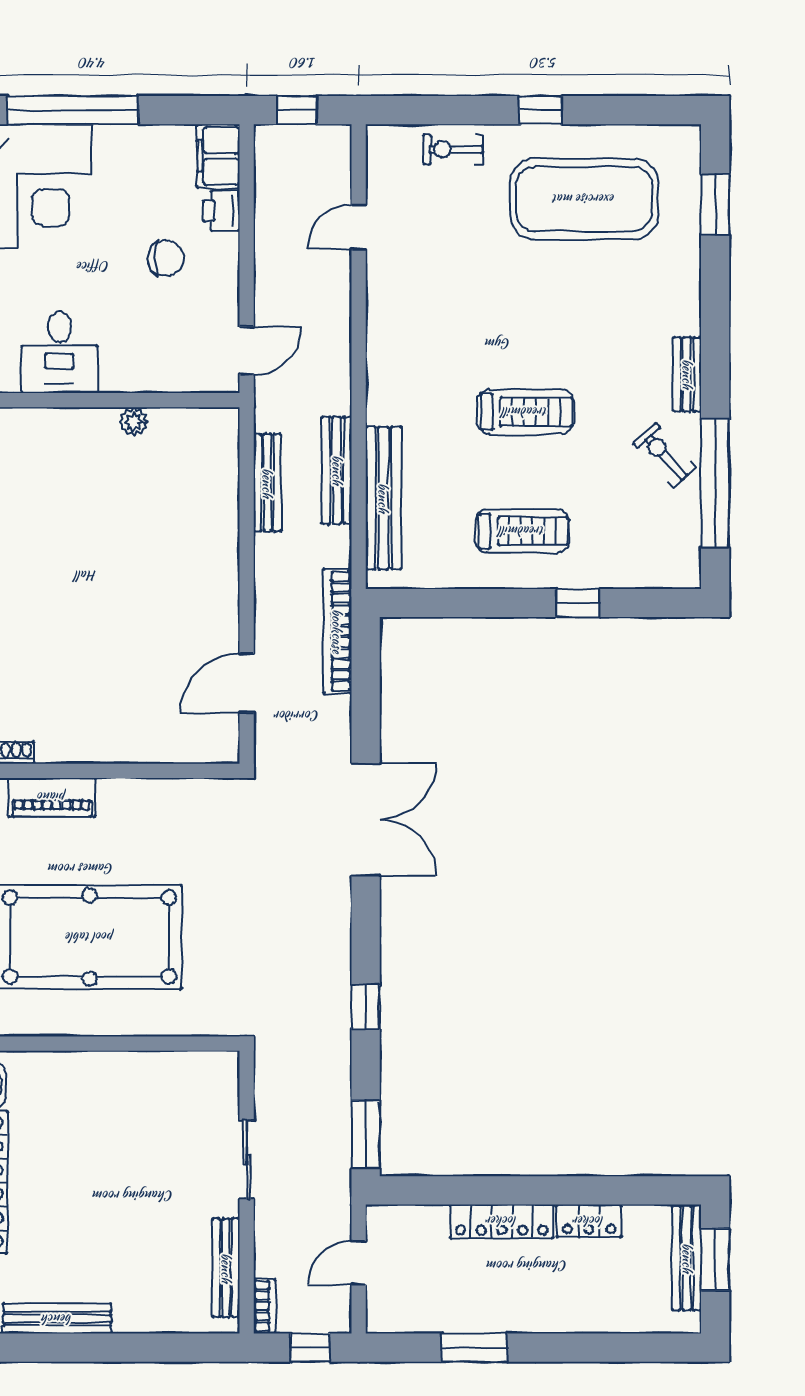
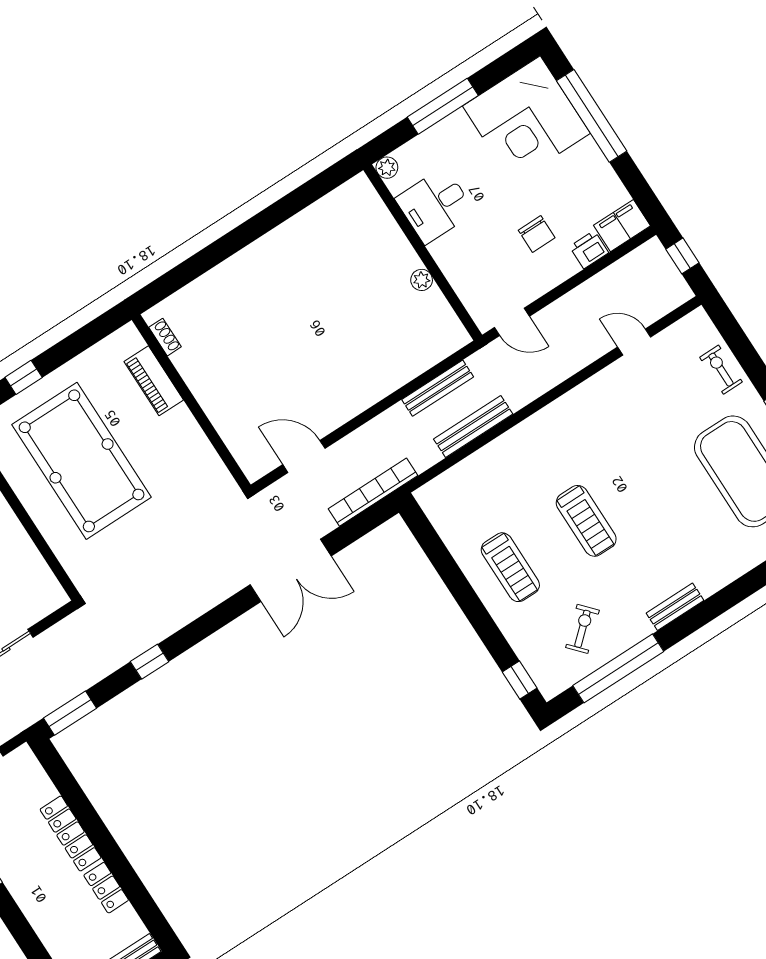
exercise bike: (664, 456) -> (582, 629), moved
bench: (383, 498) -> (475, 467), removed
window: (578, 603) -> (520, 680), moved
double door: (366, 820) -> (291, 570), moved

